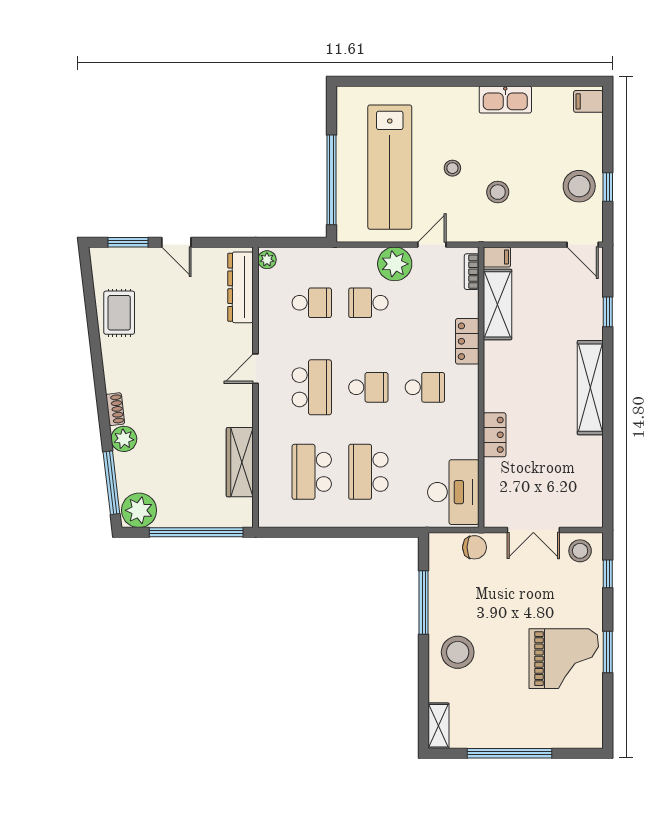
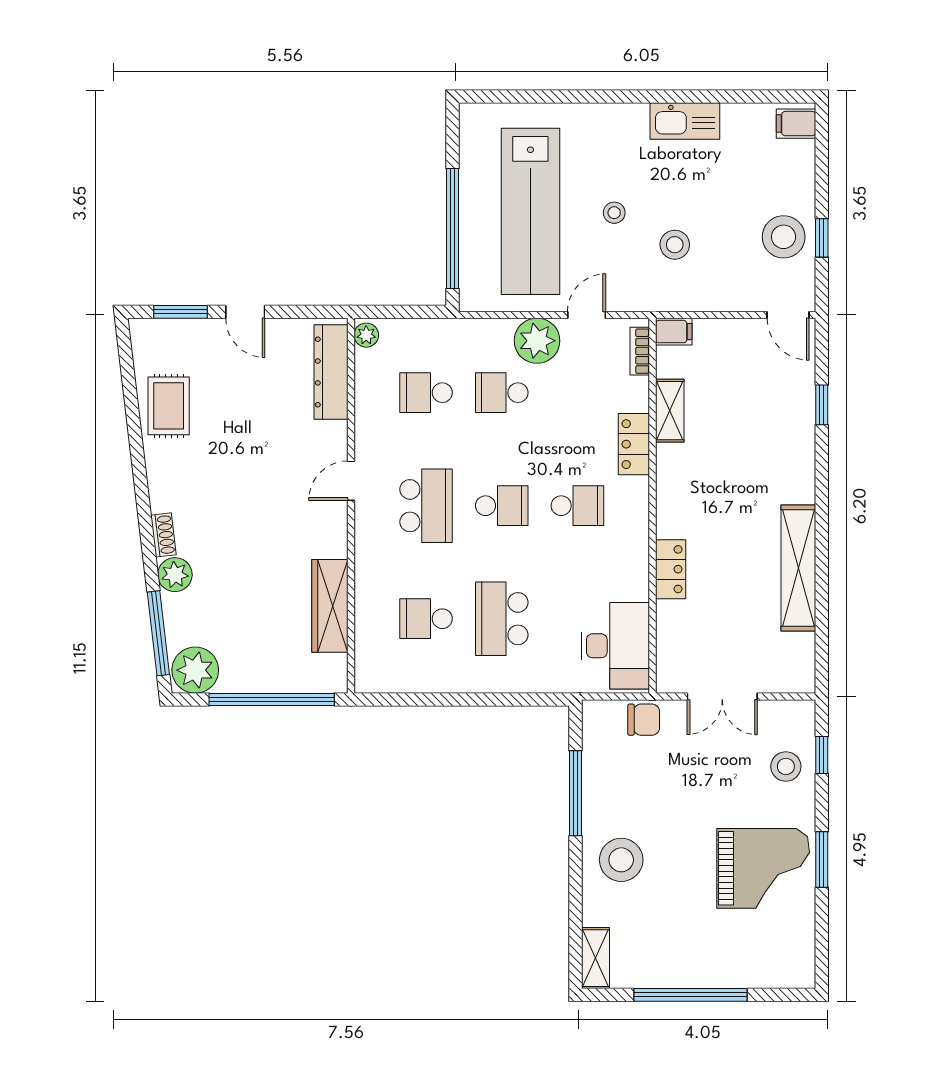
school desk: (312, 303) -> (426, 393), turned 180
shelving: (498, 304) -> (670, 411), width x0.67, depth x0.75
shelving: (590, 388) -> (798, 568), moved
school desk: (312, 472) -> (426, 619), width x0.54
stool: (580, 551) -> (786, 766), moved

